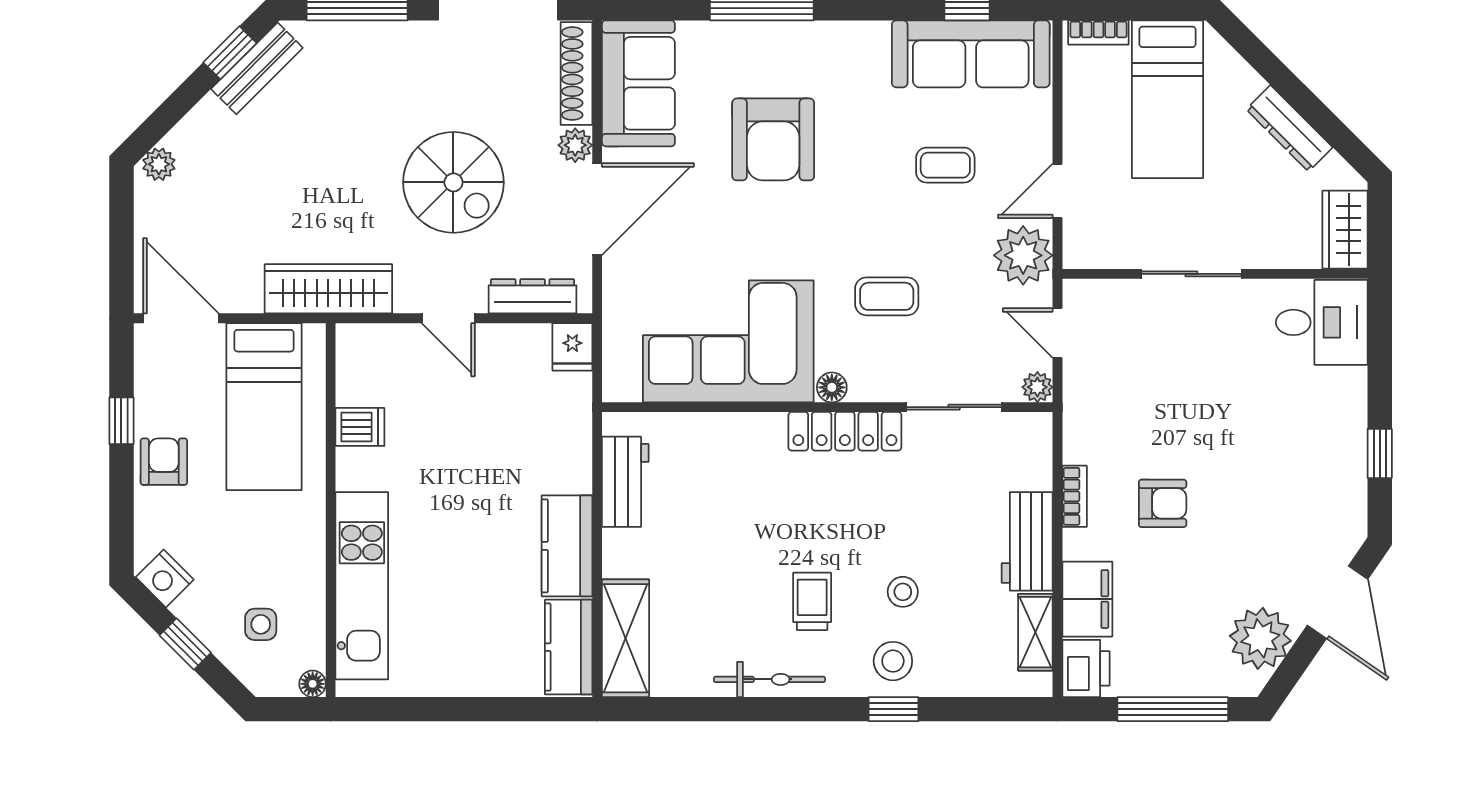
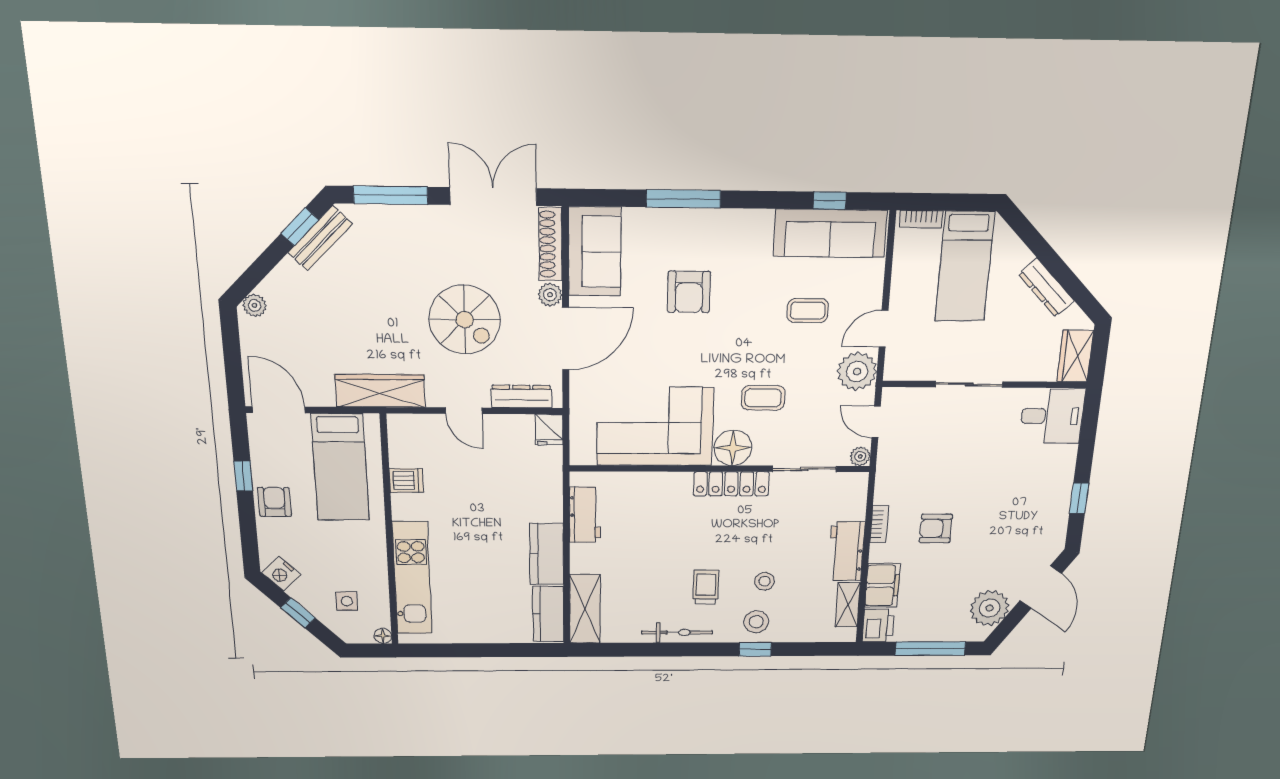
armchair: (773, 139) -> (689, 292), width x0.73, depth x0.73
floor lamp: (832, 387) -> (733, 448), width x1.89, depth x1.89
armchair: (1163, 503) -> (936, 528), turned 180

